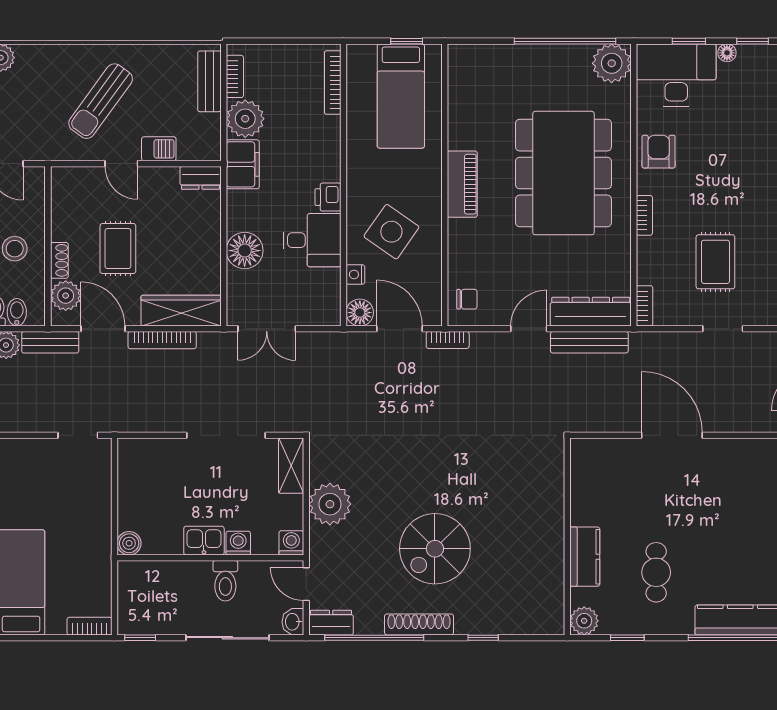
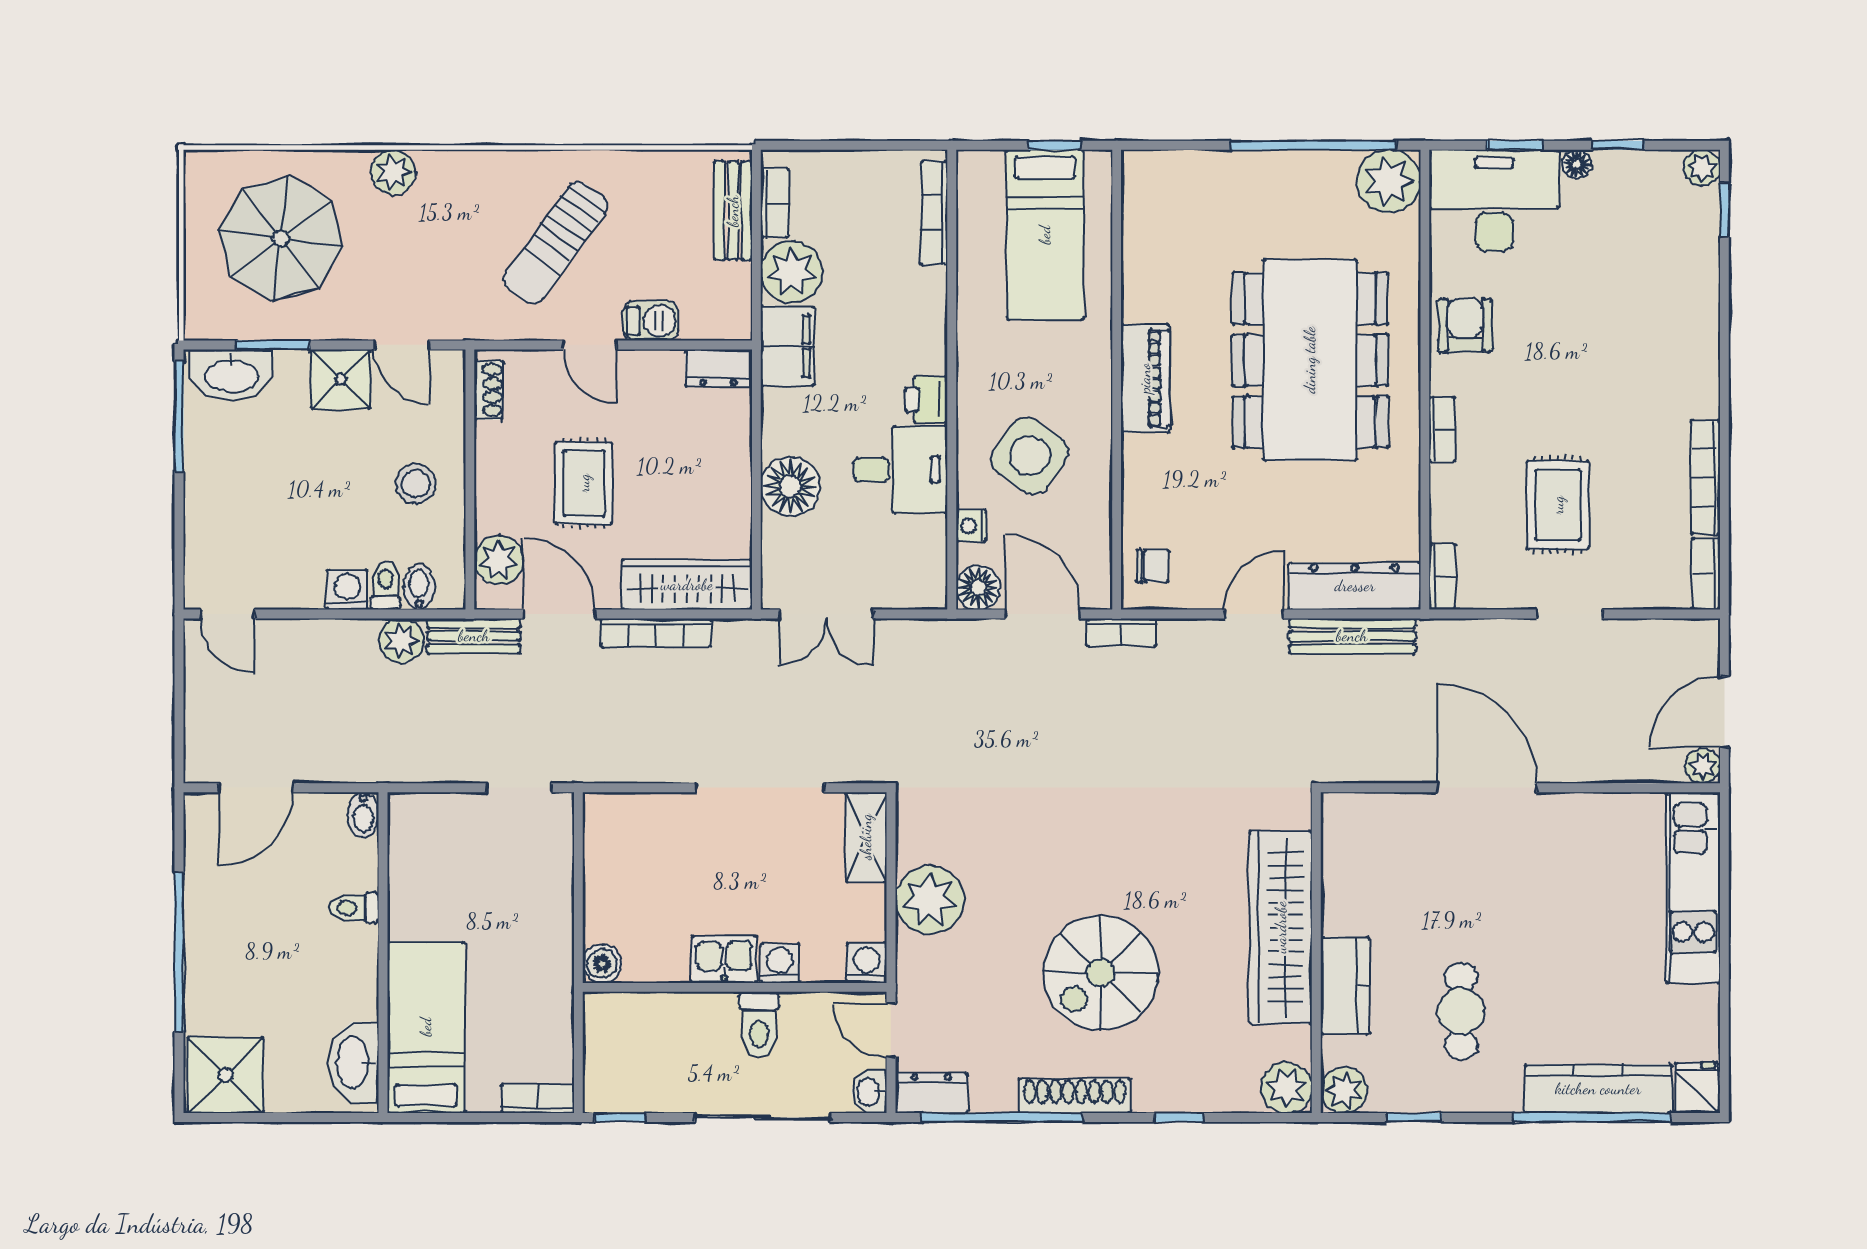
shoe rack: (59, 260) -> (489, 390), moved
wardrobe: (545, 521) -> (1281, 927), added
plant: (549, 619) -> (1286, 1088), added

